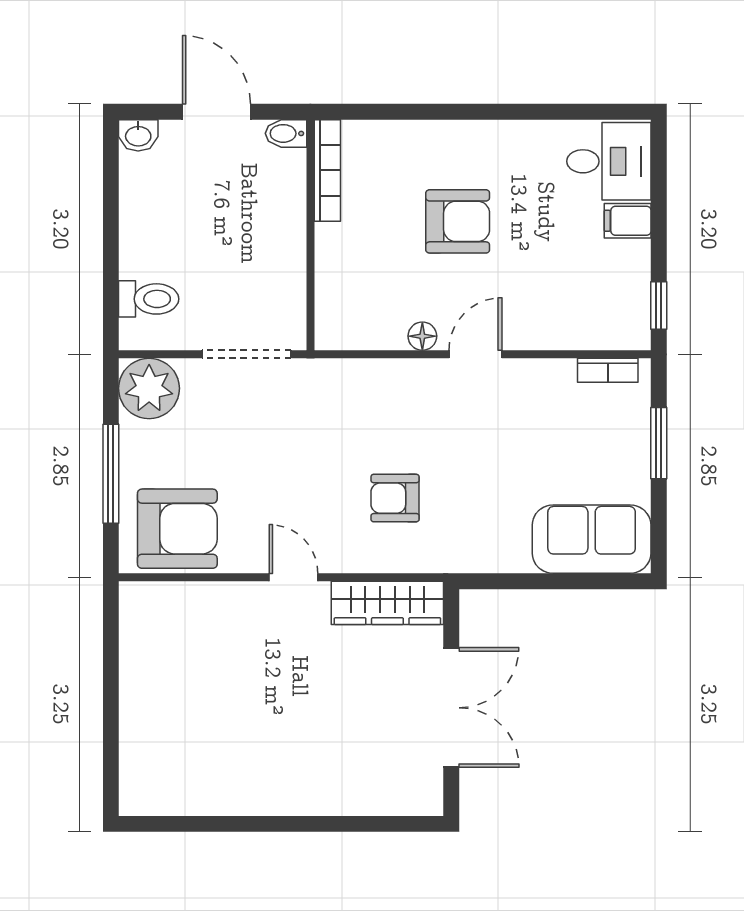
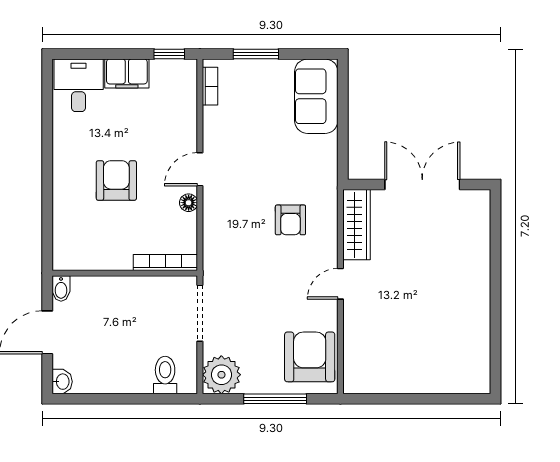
bookcase: (327, 170) -> (165, 262), moved
filing cabinet: (628, 221) -> (127, 74), width x2.00
door: (475, 354) -> (200, 169), hinge flipped

